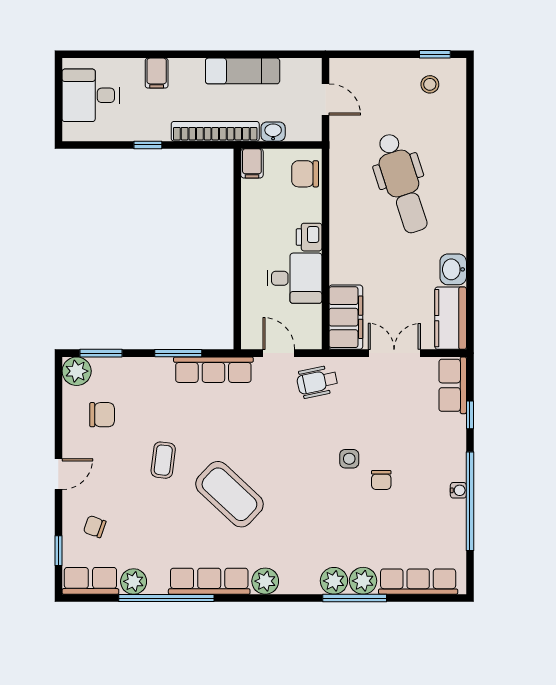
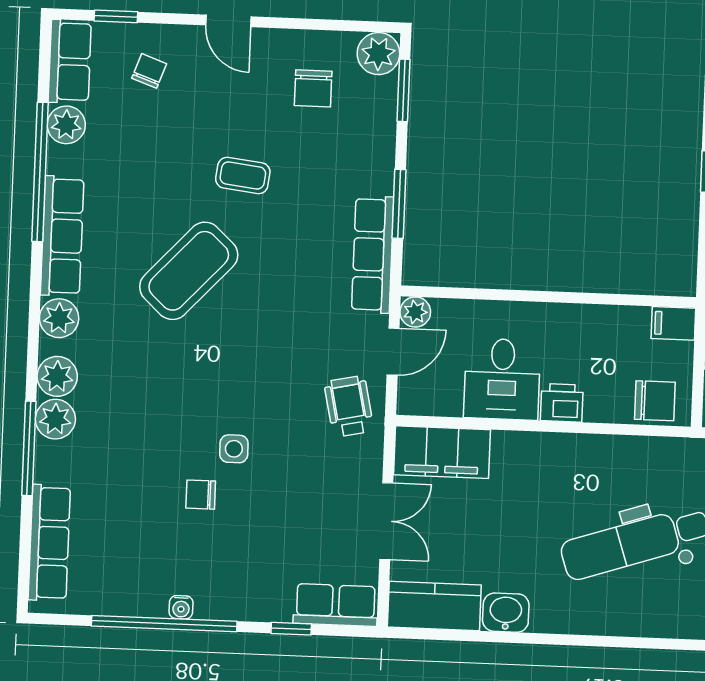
chair: (305, 174) -> (655, 401), turned 90
plant: (251, 339) -> (415, 312), added
plant: (363, 581) -> (57, 376), moved

